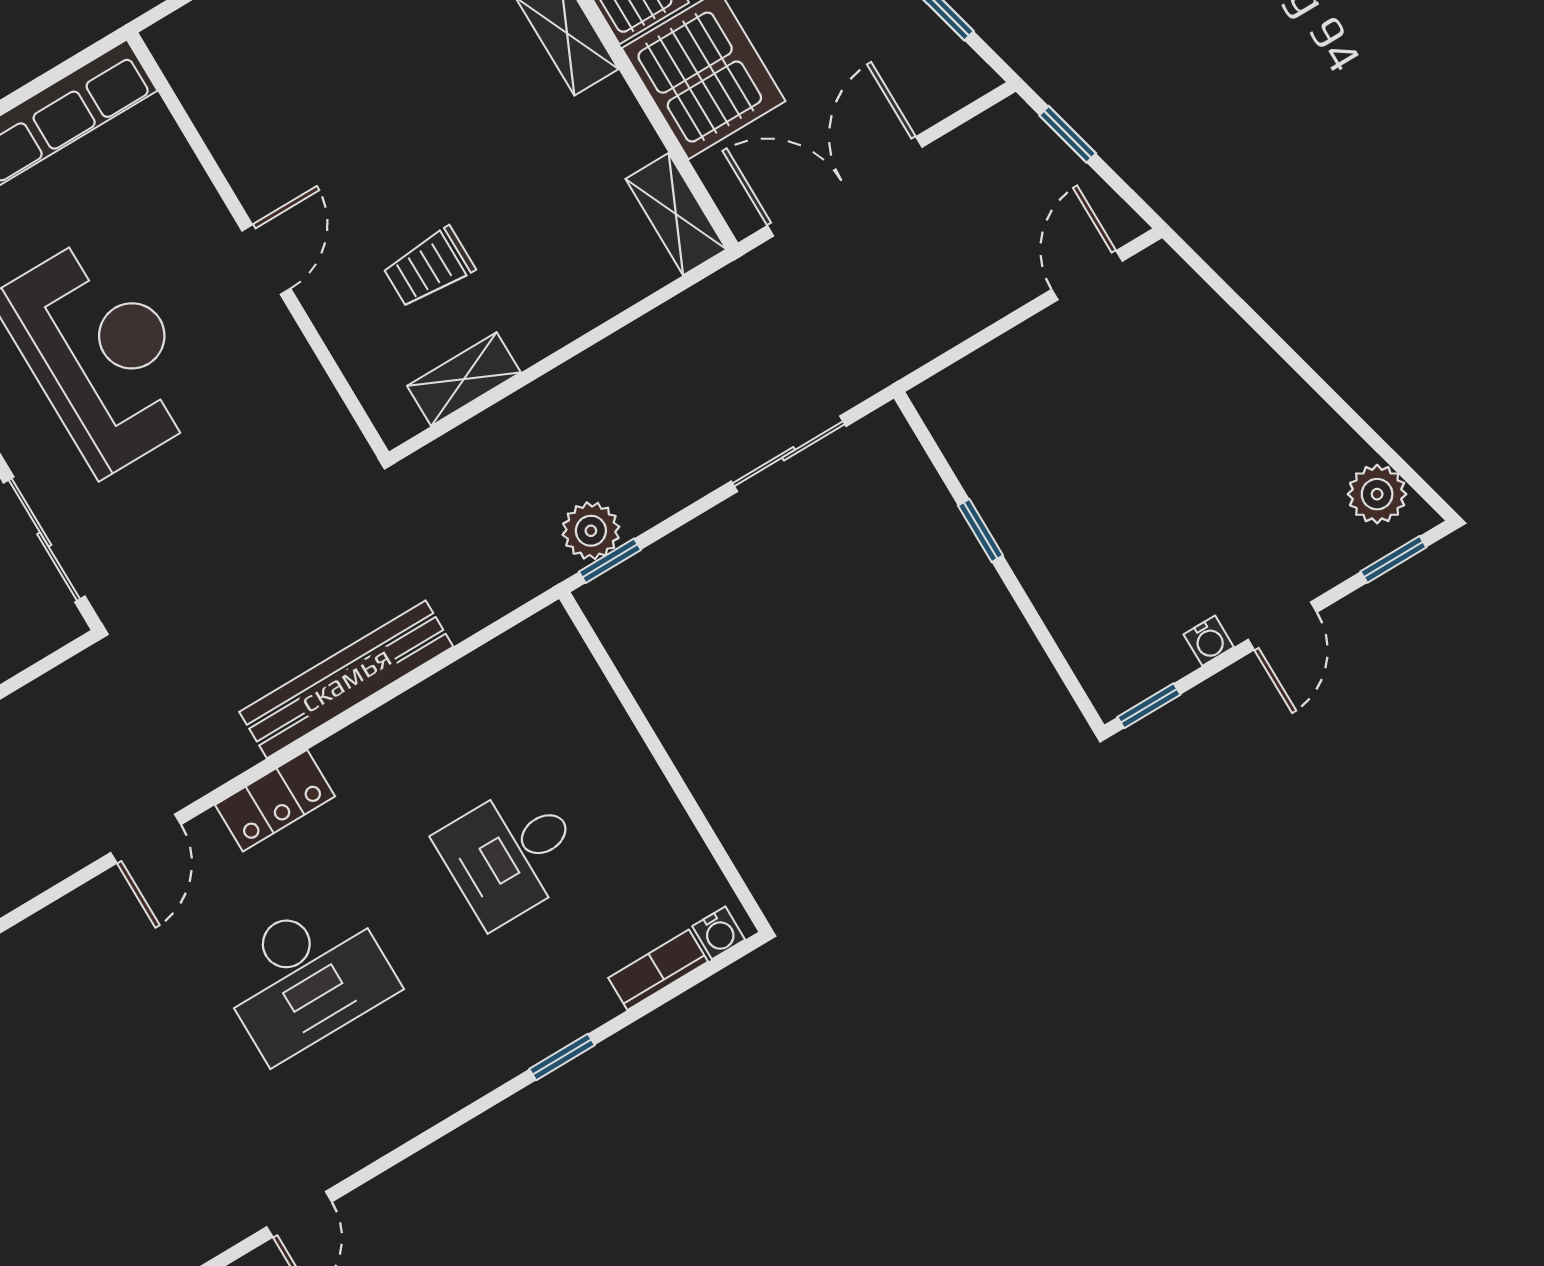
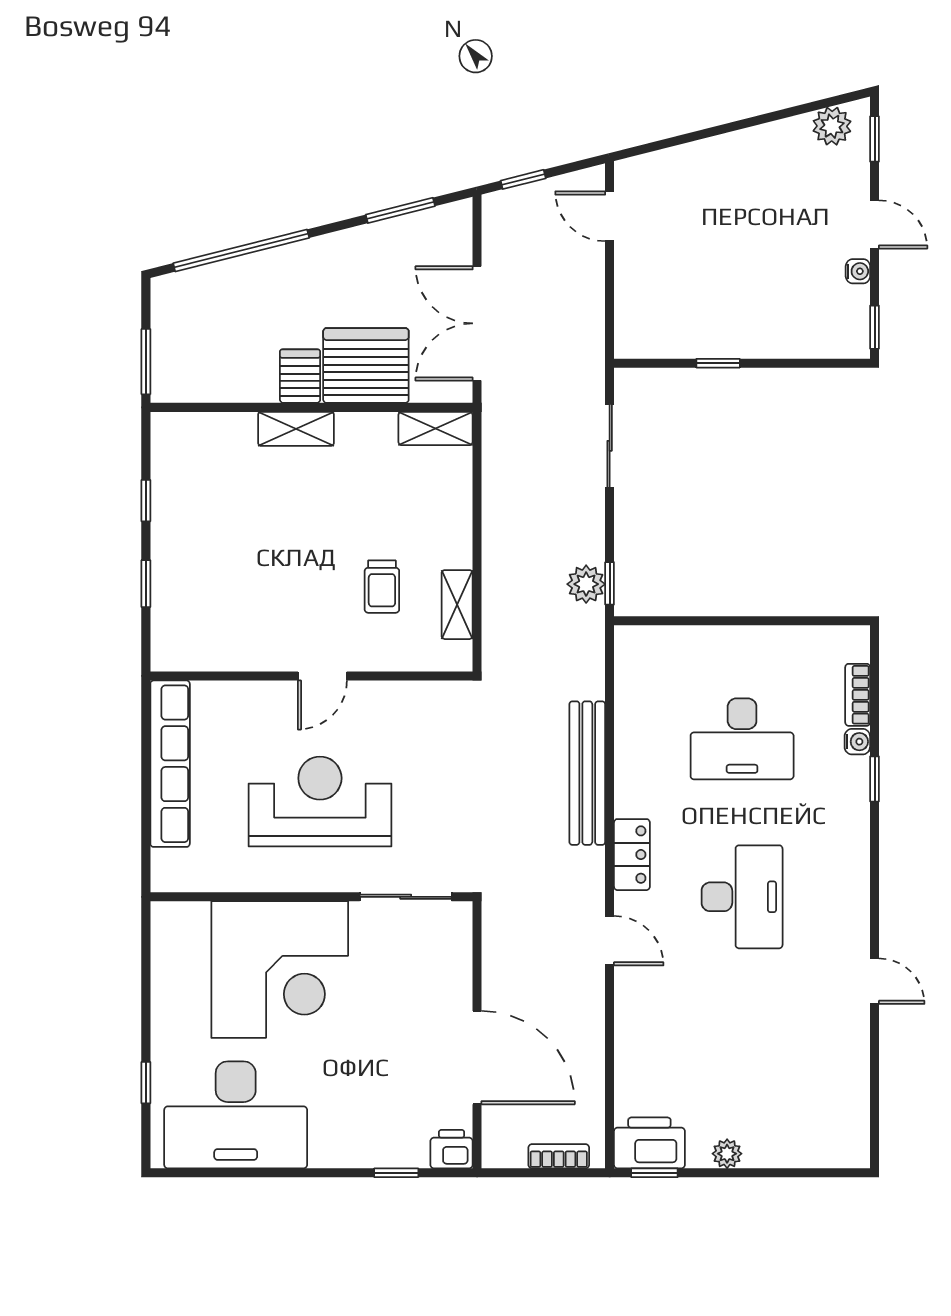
door: (266, 260) -> (322, 676), swing flipped
desk: (511, 854) -> (742, 739), width x1.37
water cooler: (719, 933) -> (857, 742), moved

